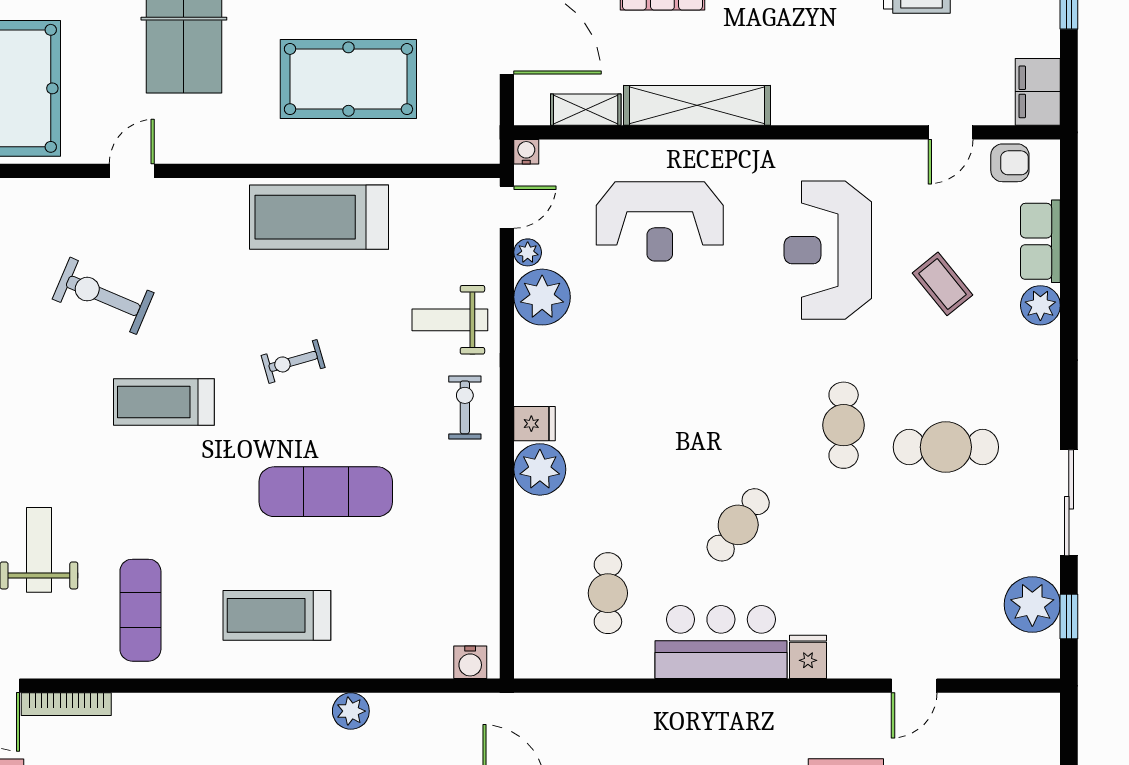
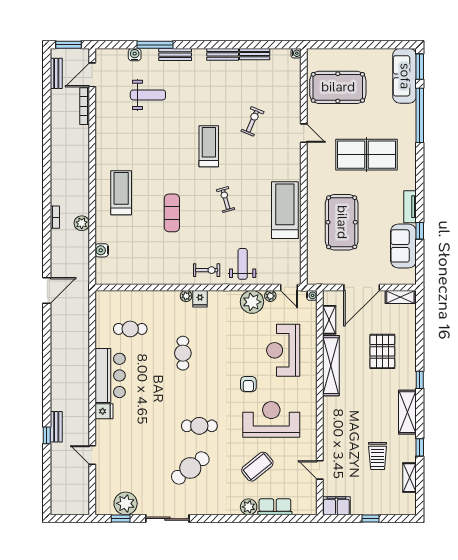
armchair: (1010, 163) -> (248, 384), moved
coffee table: (943, 284) -> (257, 467), width x1.36, depth x1.30
exercise bike: (103, 296) -> (252, 121), width x0.73, depth x0.72
cafe table: (946, 447) -> (190, 468), turned 52
plant: (540, 469) -> (186, 296), width x0.53, depth x0.53
exercise mat: (326, 492) -> (172, 213), width x0.73, depth x0.69
cafe table: (738, 525) -> (183, 353), moved, turned 53
exercise mat: (140, 610) -> (123, 137), removed
water cooler: (470, 662) -> (102, 250), moved

